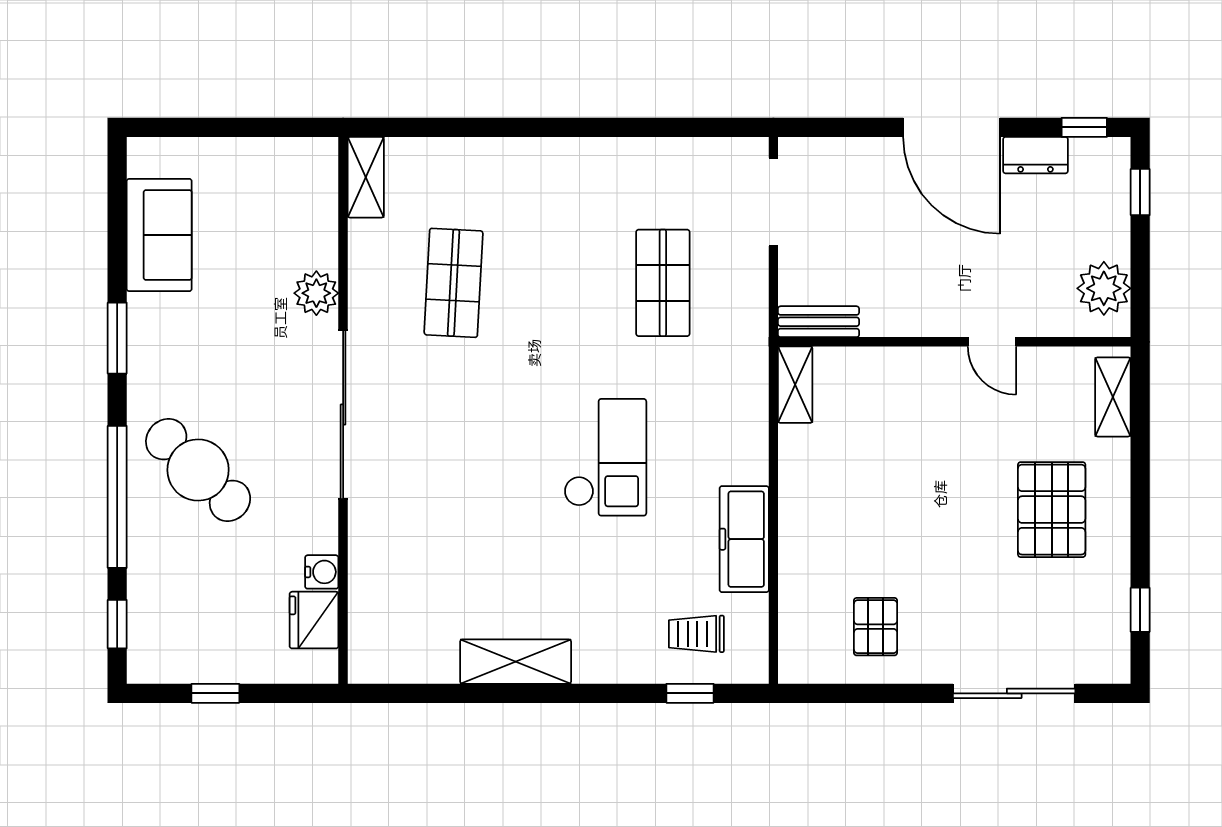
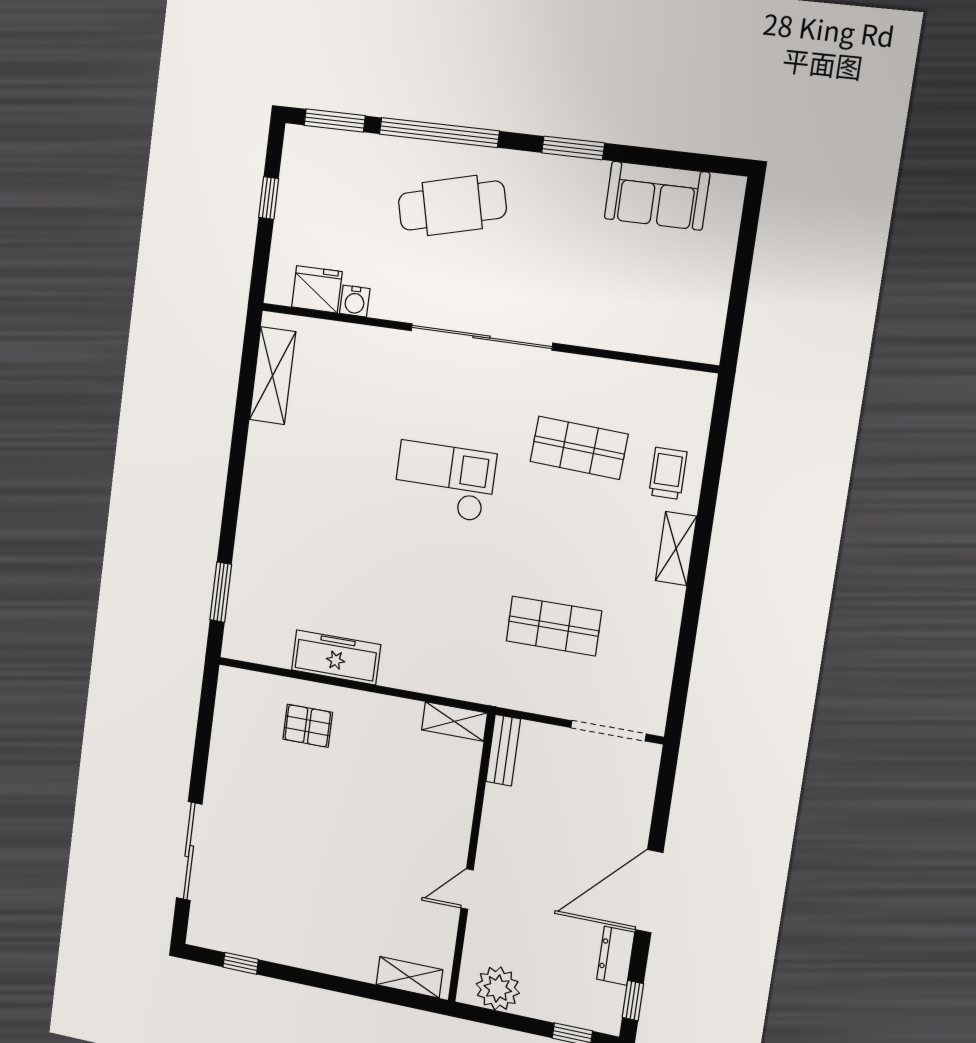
shelving: (366, 177) -> (676, 548), moved, turned 90
plant: (316, 293) -> (587, 328), removed
checkout: (605, 457) -> (445, 481), moved, turned 180
cafe table: (198, 470) -> (452, 206), turned 32
pallet: (1052, 510) -> (327, 910), removed
window: (117, 624) -> (335, 120), width x1.50
pallet: (876, 627) -> (308, 726), moved
trolley: (696, 634) -> (668, 473), moved
shelving: (516, 662) -> (273, 376), moved
window: (690, 693) -> (221, 592), width x1.50

